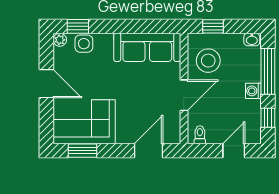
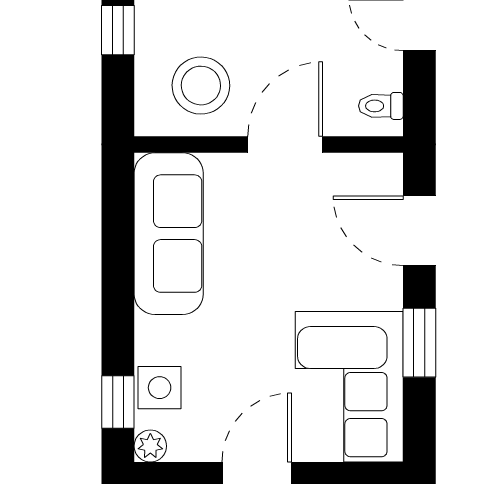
window: (213, 26) -> (118, 30), moved
door: (184, 95) -> (285, 144), hinge flipped
window: (82, 151) -> (419, 343), moved

